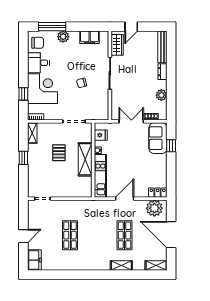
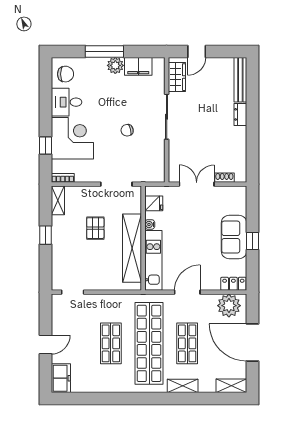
window: (52, 27) -> (104, 51), moved
plant: (63, 37) -> (115, 65), moved
plant: (161, 95) -> (239, 147), removed
sofa: (158, 138) -> (234, 237), moved
window: (171, 146) -> (252, 241), moved
shelving: (85, 159) -> (132, 248), width x1.47
shop shelf: (97, 235) -> (149, 343), added

